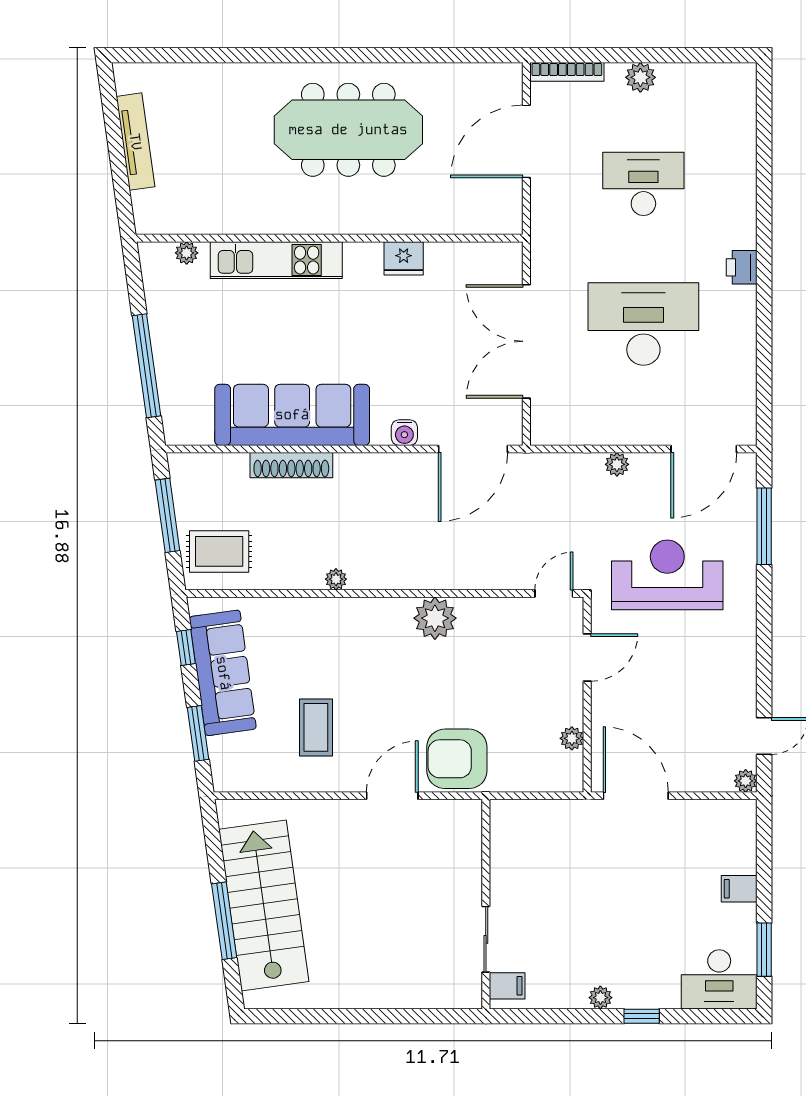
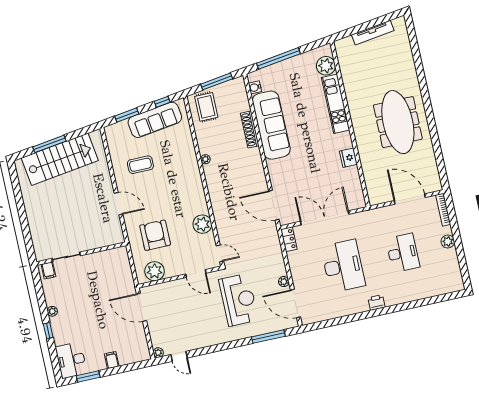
plant: (187, 253) -> (326, 66), width x1.87, depth x1.87
locker: (557, 432) -> (289, 239), added
water cooler: (404, 433) -> (255, 87), moved
plant: (617, 464) -> (284, 282), moved
plant: (435, 618) -> (202, 224), moved
plant: (572, 738) -> (155, 271), width x1.87, depth x1.87
armchair: (457, 759) -> (155, 235), moved
door: (636, 796) -> (142, 307), swing flipped

